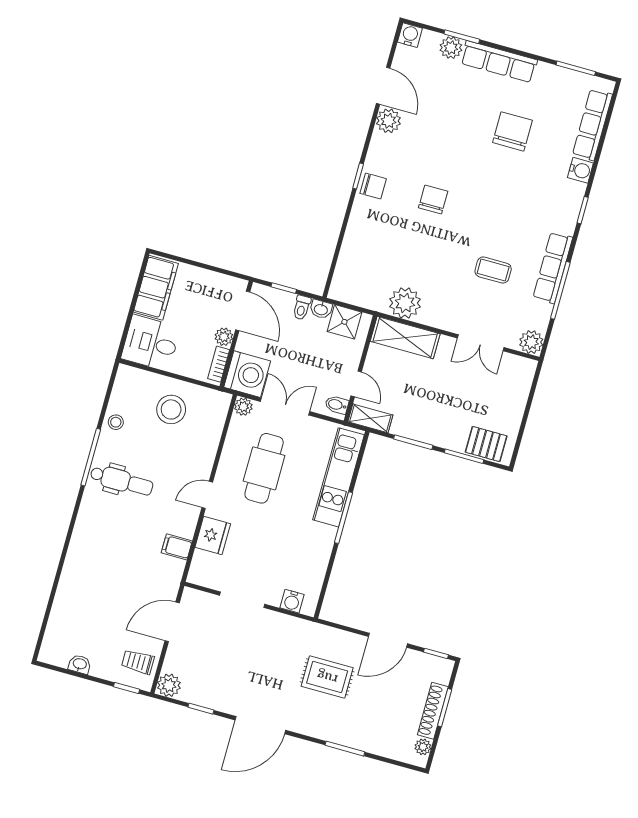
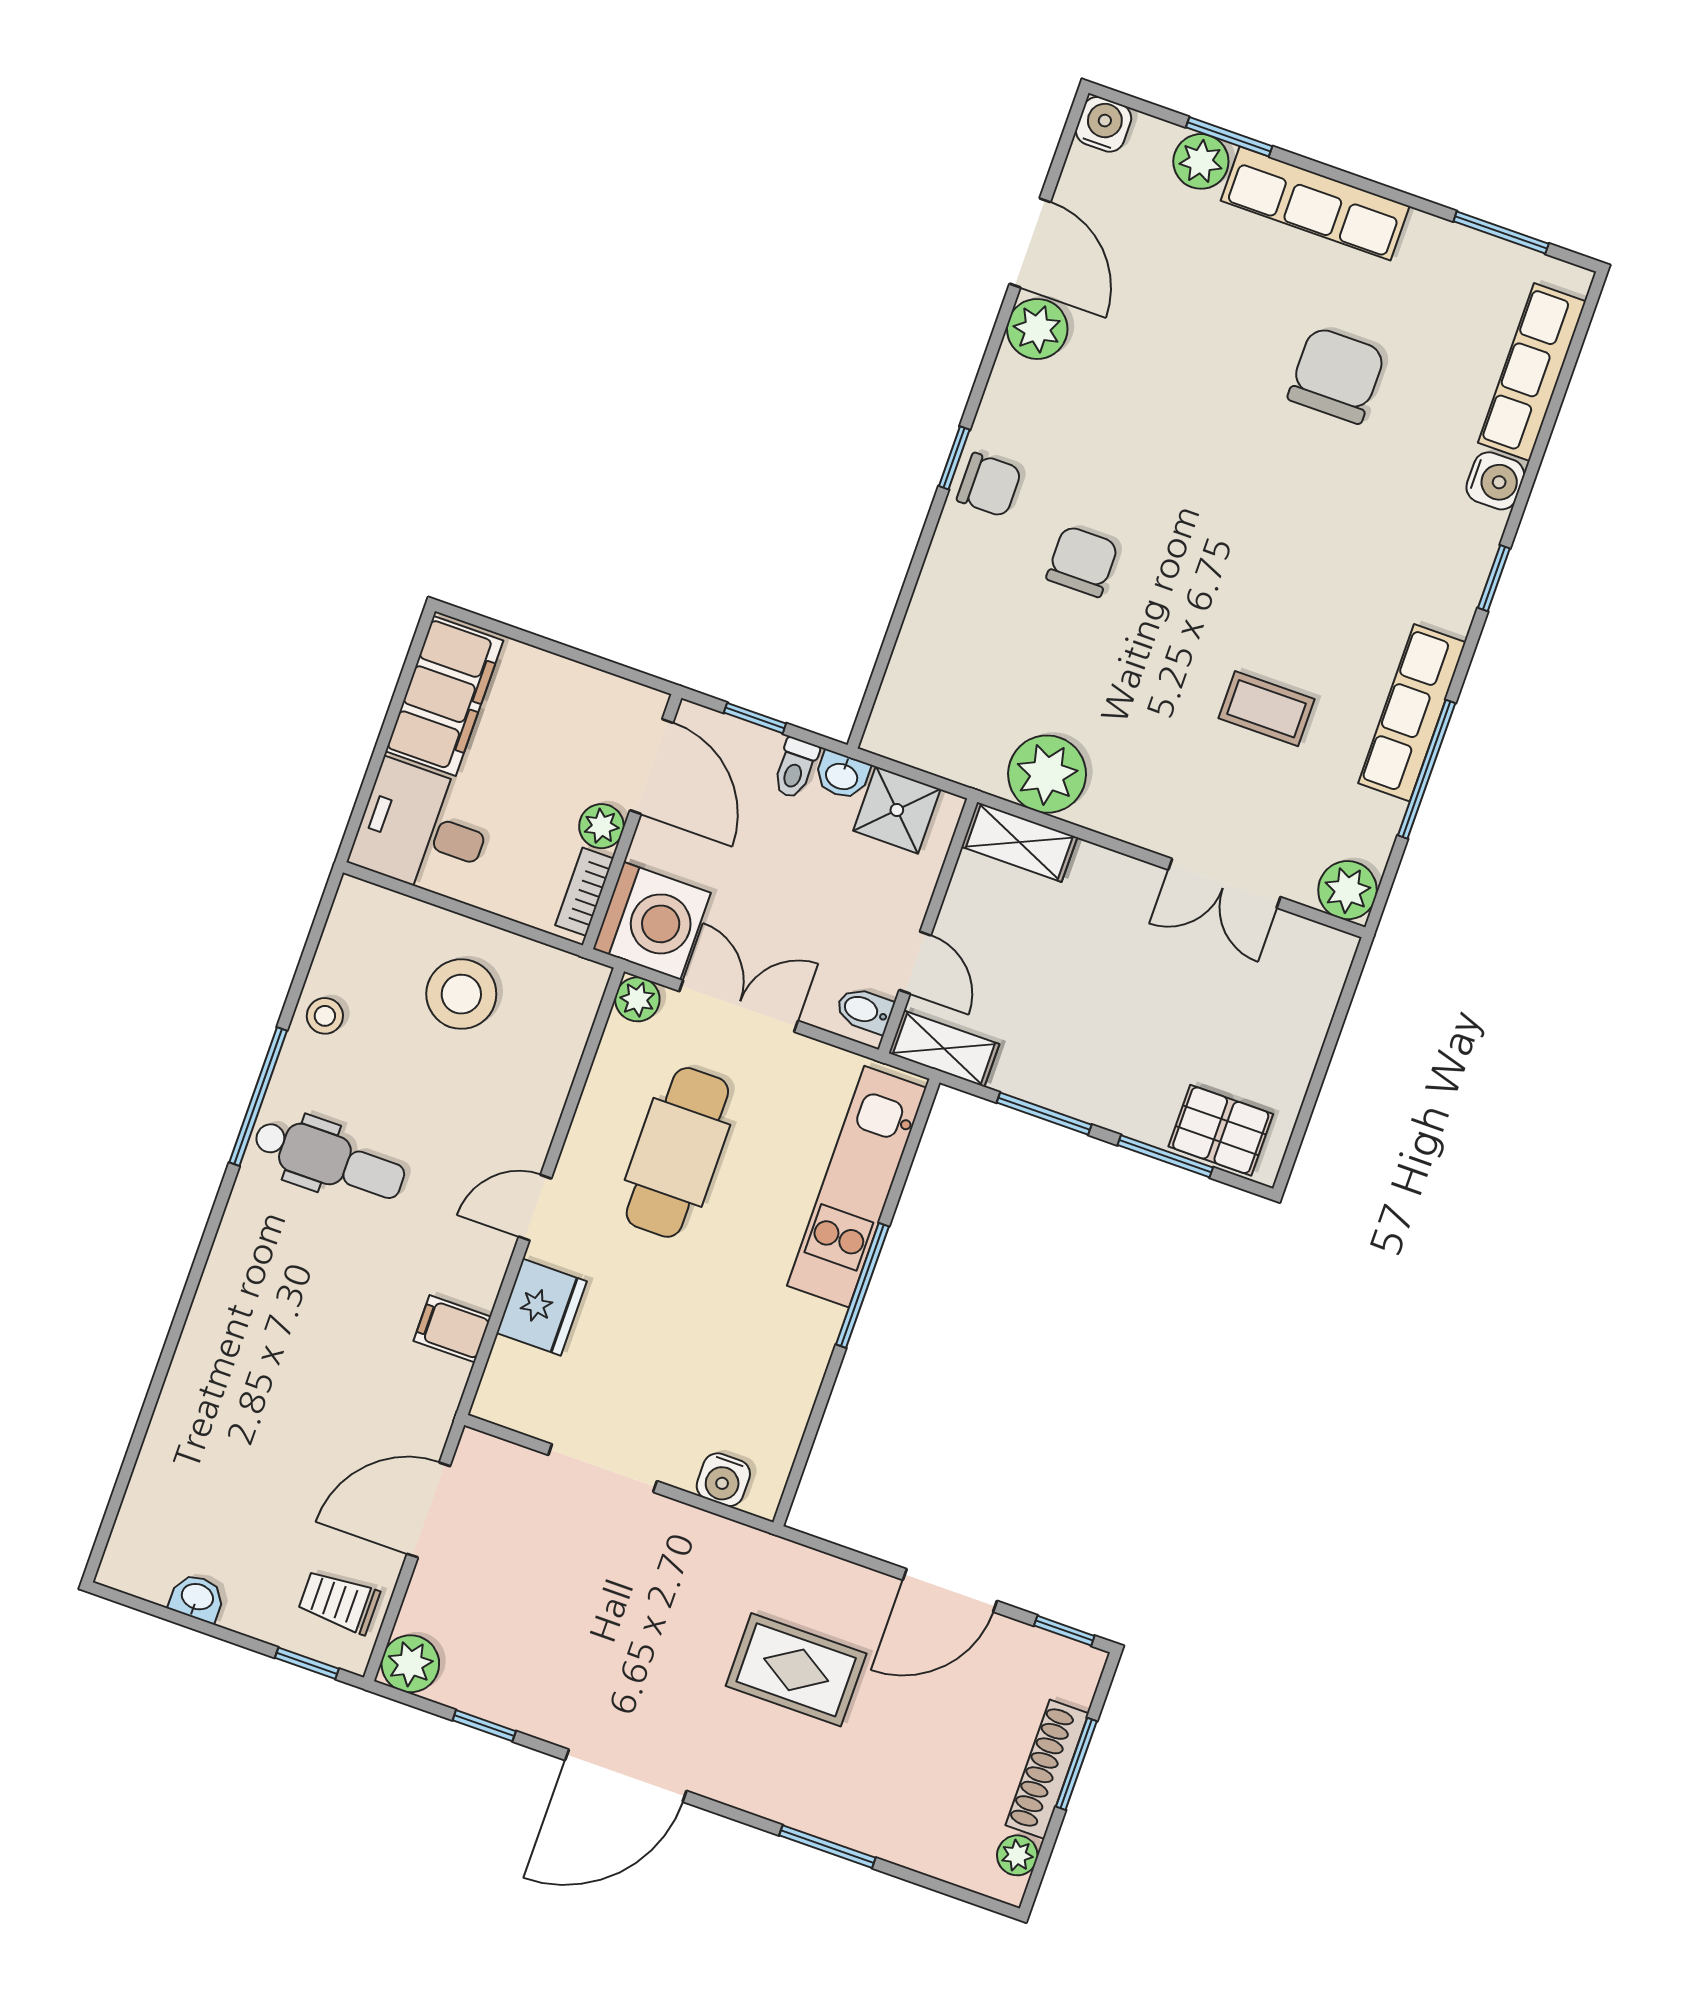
chair: (433, 200) -> (1082, 561), moved
shelving: (405, 338) -> (1019, 842), width x0.67, depth x0.75

